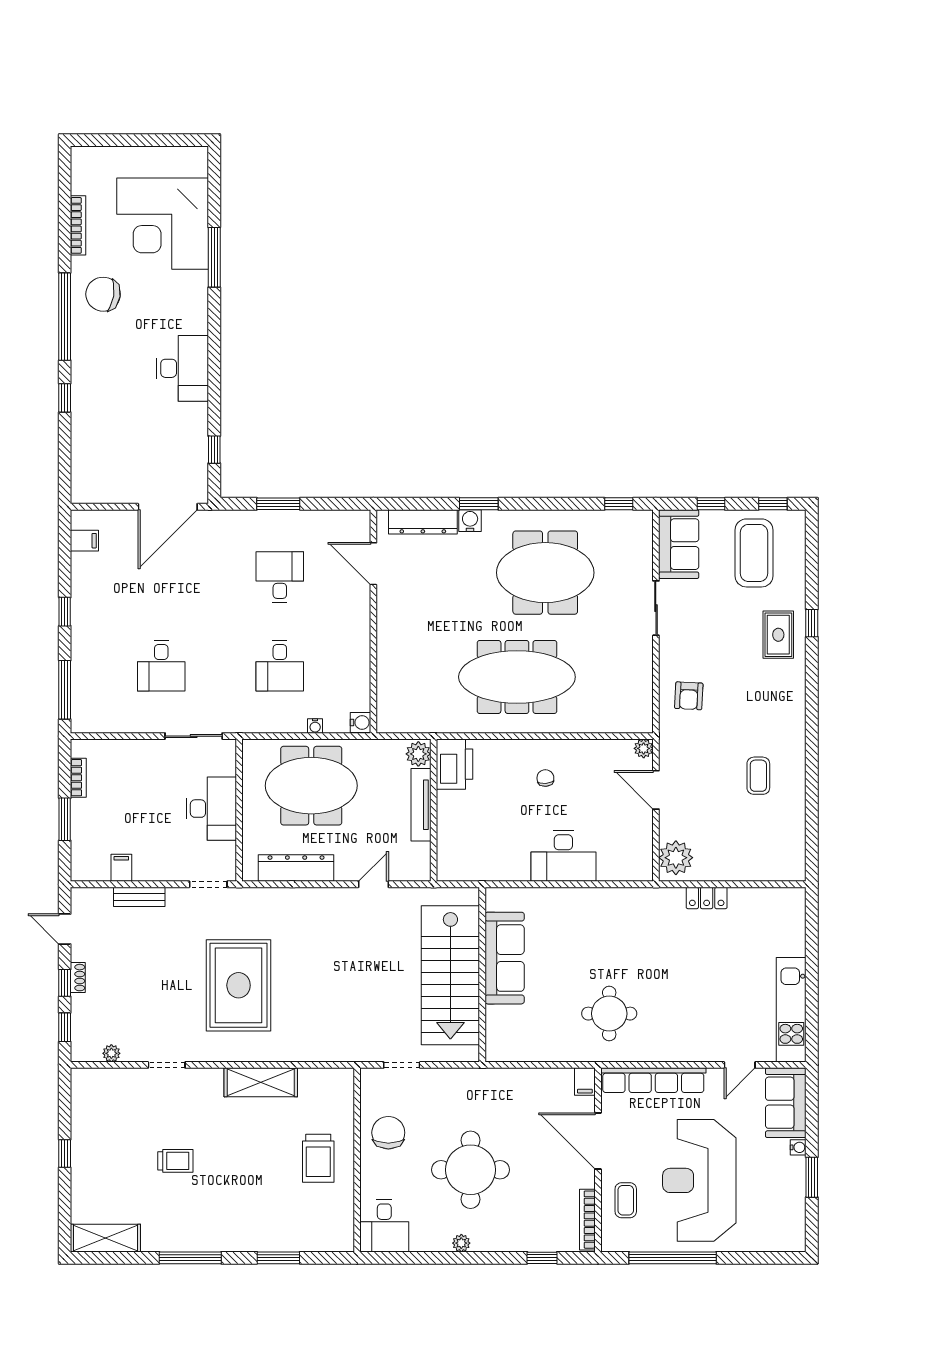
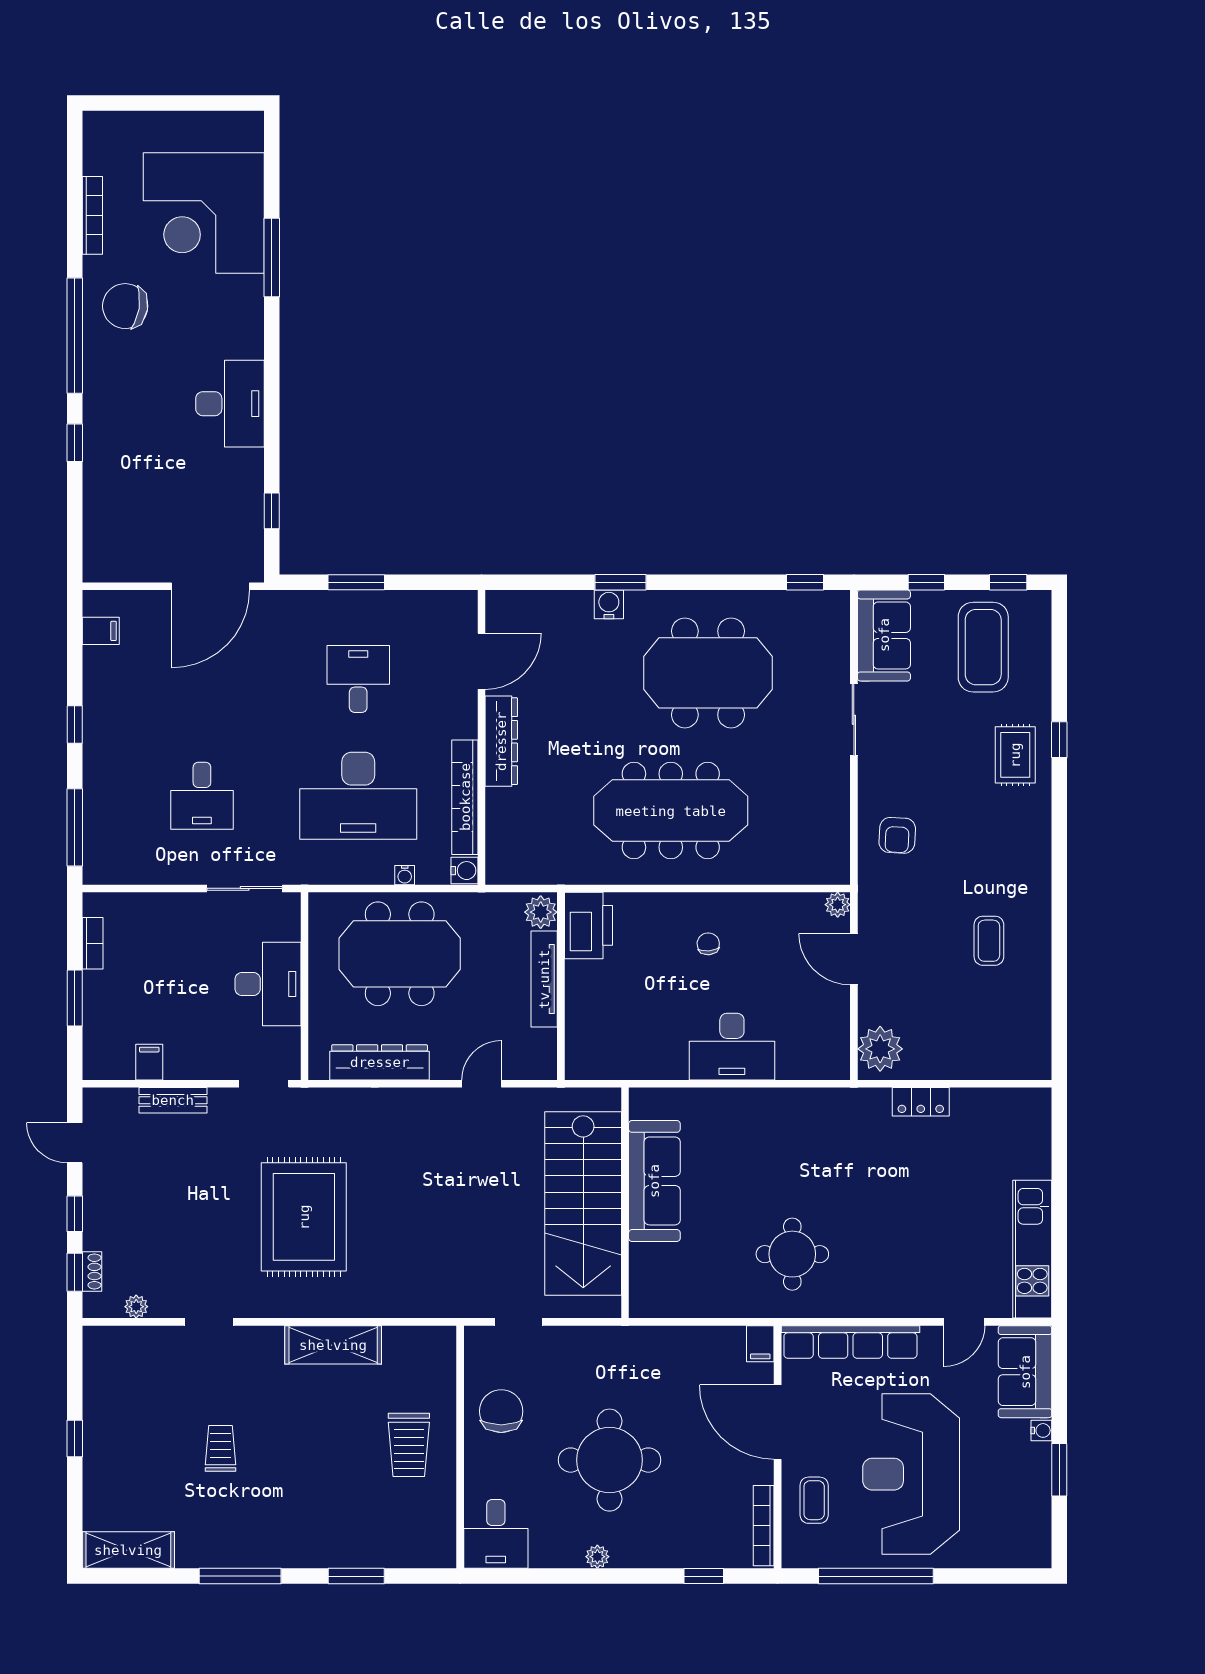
dresser: (423, 522) -> (501, 741), moved, turned -90
door: (373, 564) -> (482, 661), swing flipped
desk: (280, 666) -> (358, 796), width x1.87, depth x1.30
bookcase: (361, 667) -> (465, 797), added
shoe rack: (78, 978) -> (92, 1271), moved
trolley: (175, 1161) -> (220, 1448), turned -90

